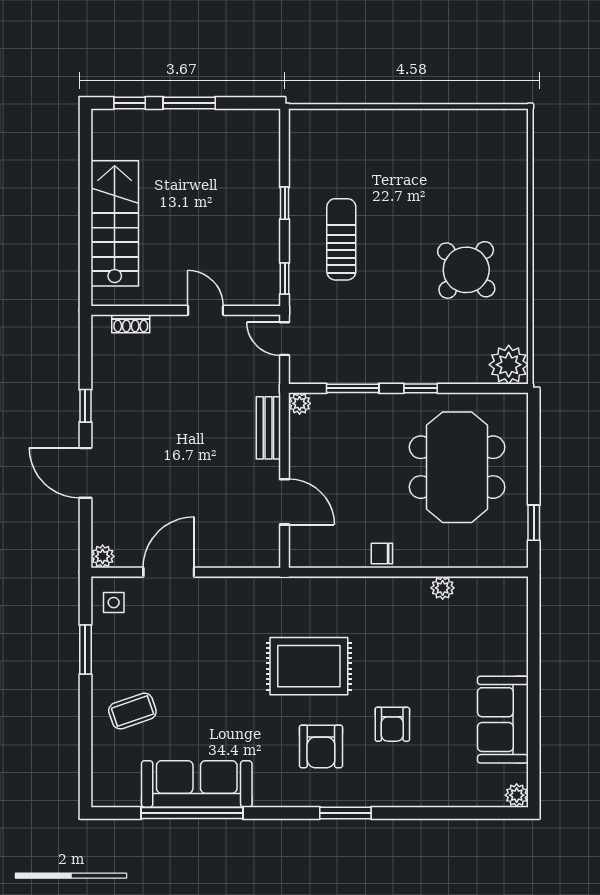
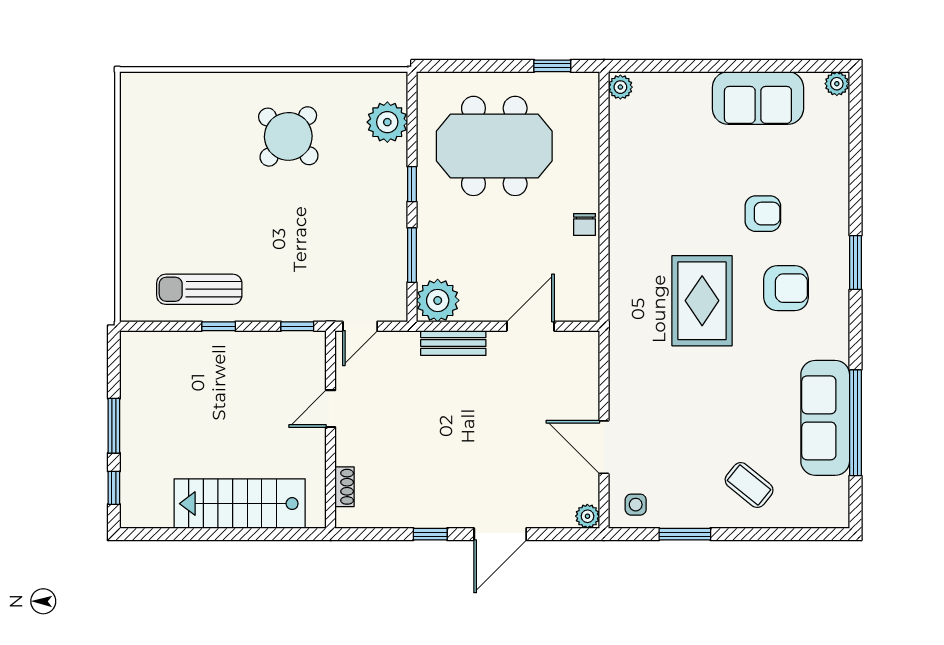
sun lounger: (341, 239) -> (199, 289), moved
plant: (509, 365) -> (387, 122), moved
plant: (300, 403) -> (438, 300), width x1.87, depth x1.87
plant: (443, 588) -> (620, 87), moved
coffee table: (132, 711) -> (749, 485), turned -32

